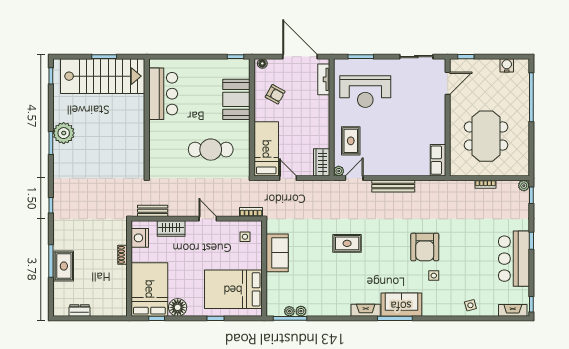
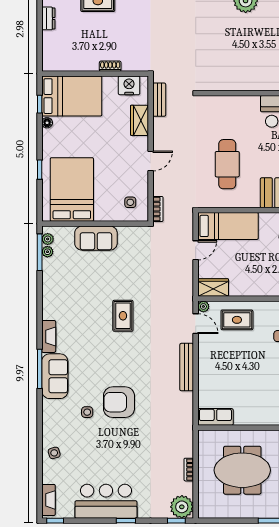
plant: (524, 186) -> (182, 507), width x1.87, depth x1.87
sofa: (277, 253) -> (96, 238), moved
floor lamp: (178, 307) -> (47, 123), width x0.53, depth x0.53
plant: (301, 311) -> (48, 239), moved

